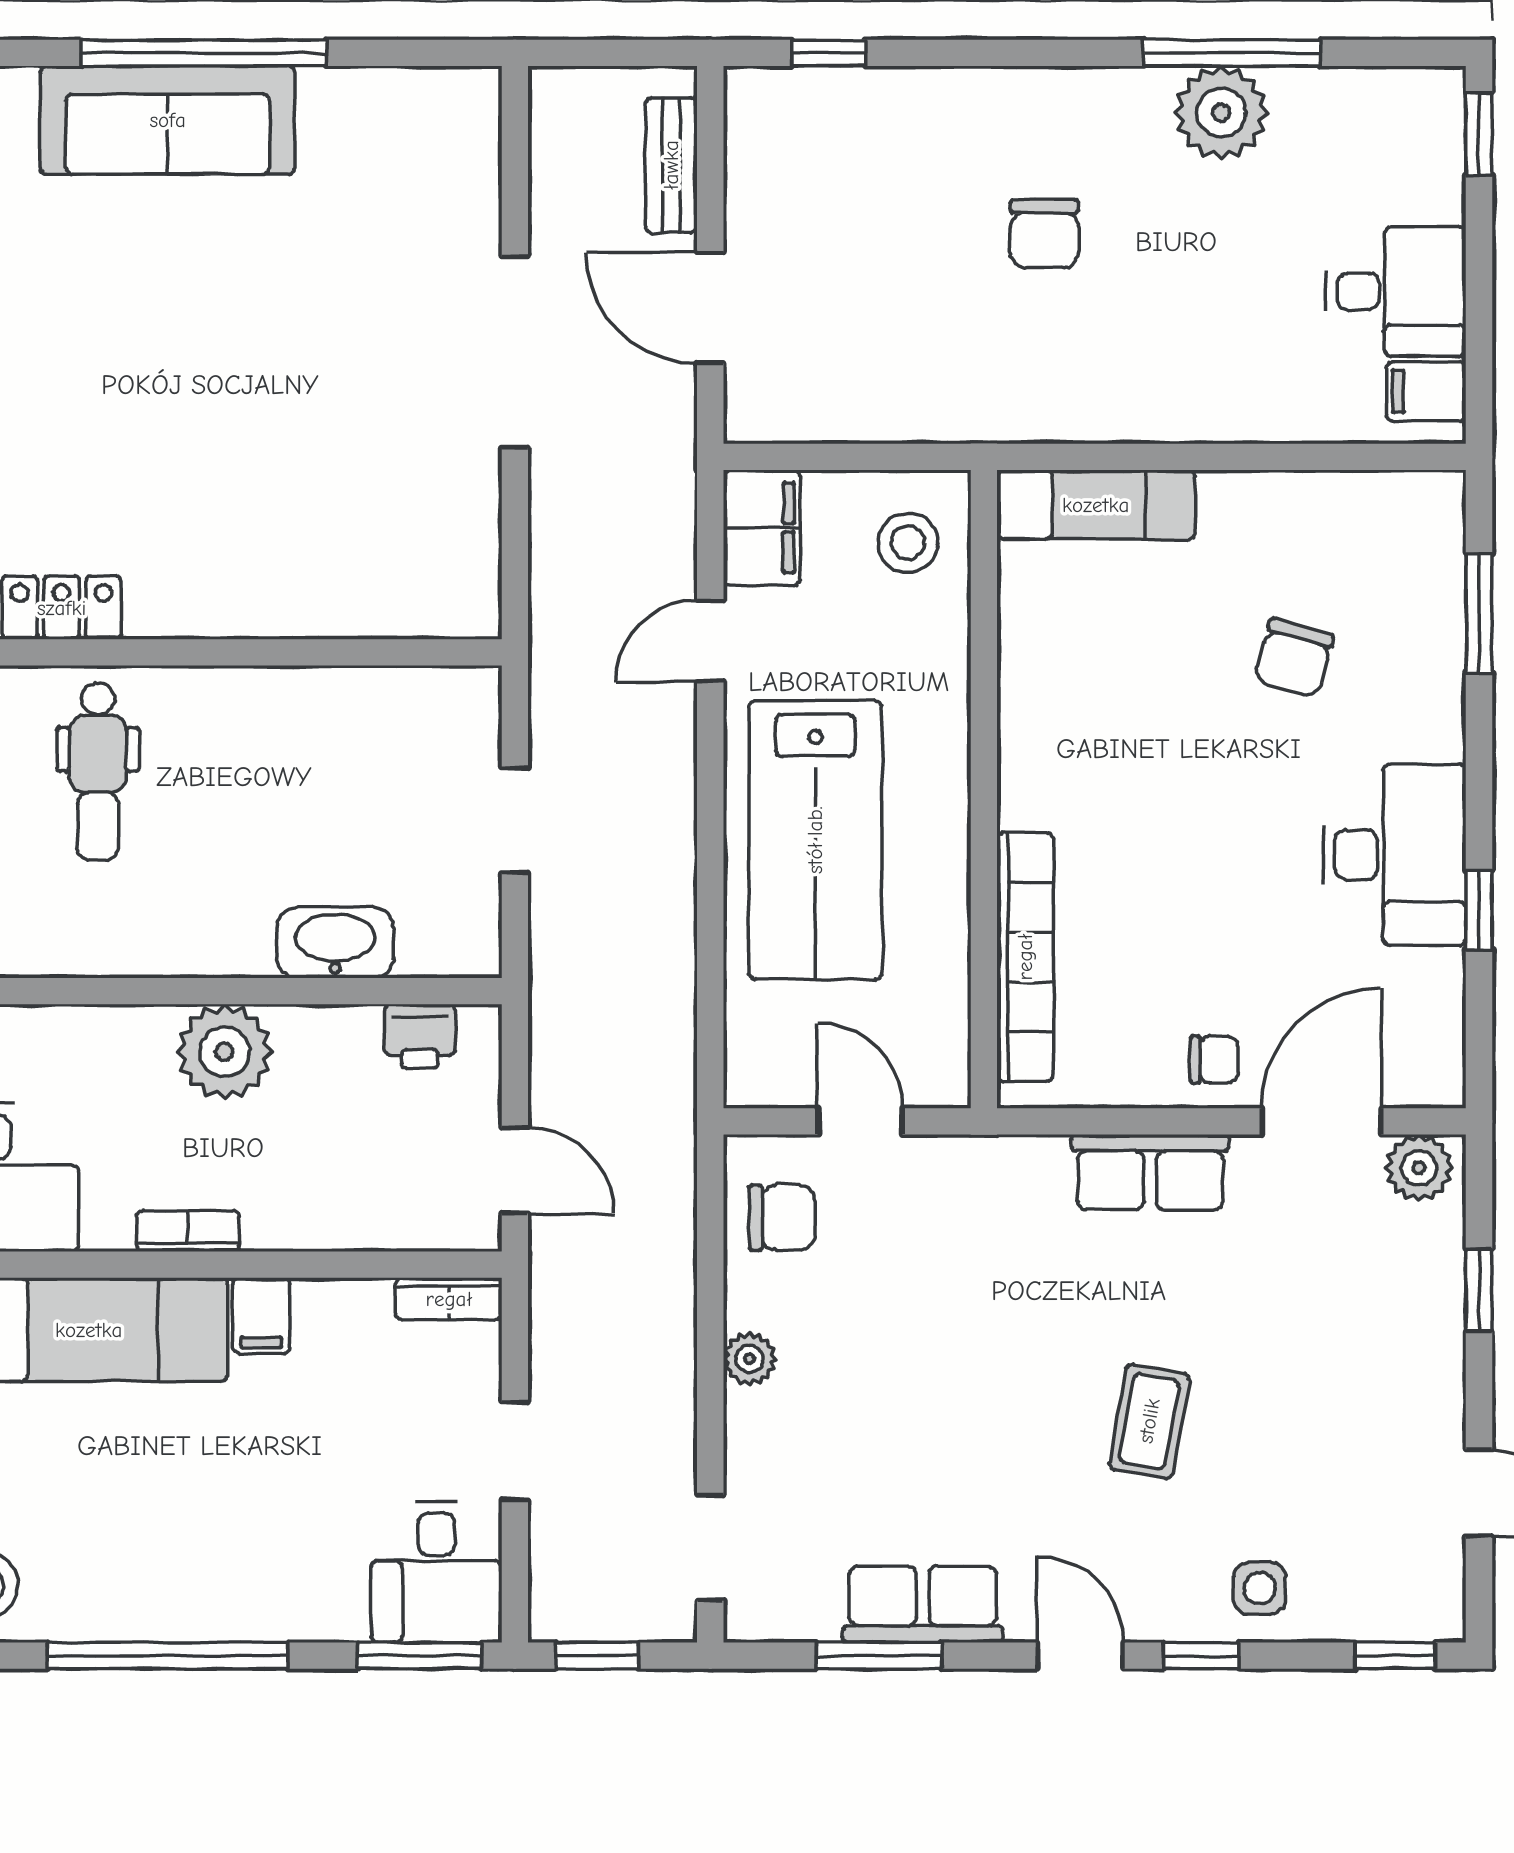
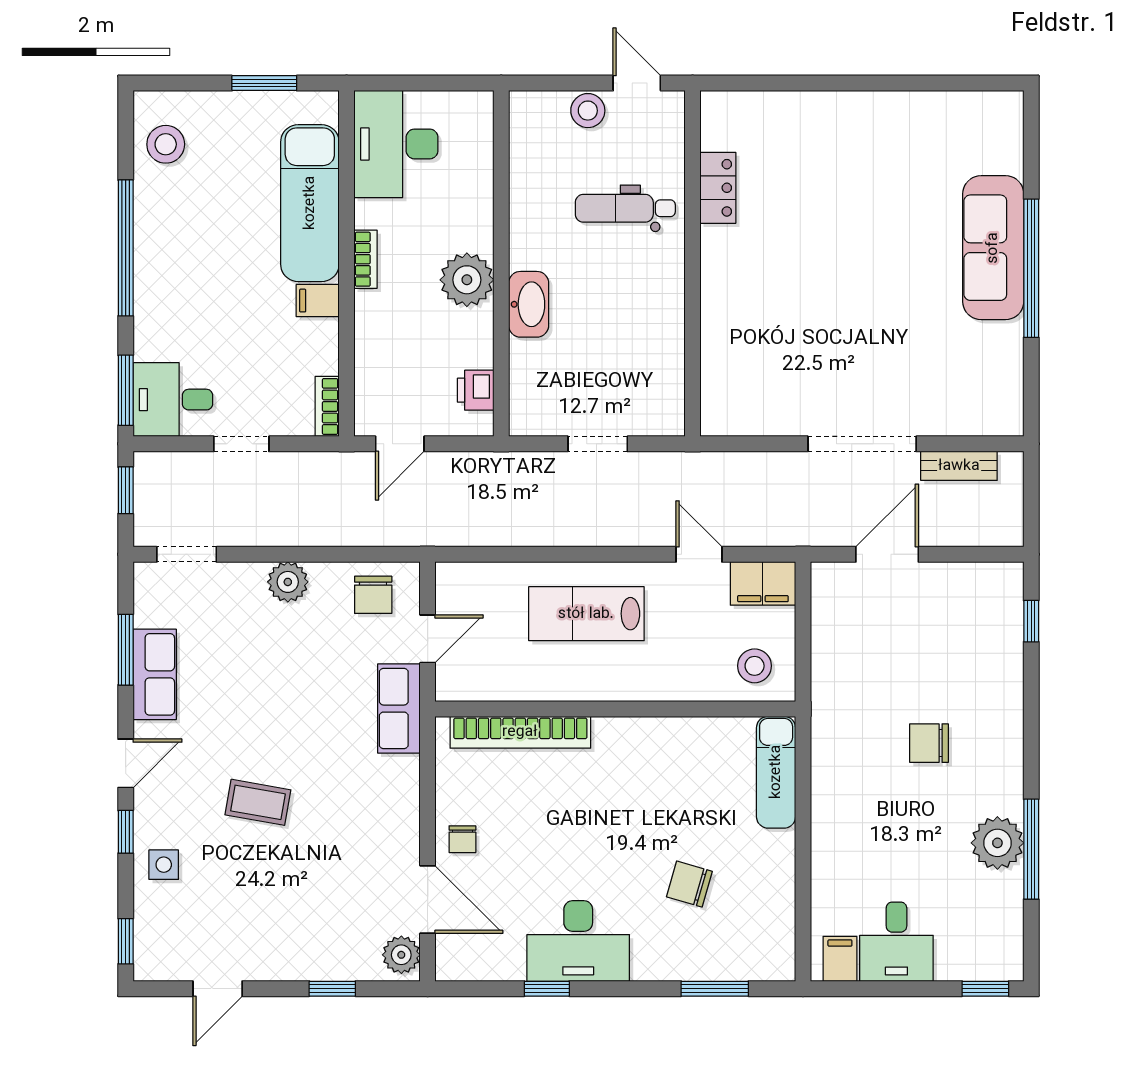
bench: (671, 165) -> (959, 466), moved
lab bench: (815, 840) -> (586, 614), width x0.73, depth x0.72
washbasin: (335, 942) -> (529, 304), moved
row of seats: (1150, 1172) -> (399, 709), moved
plant: (749, 1359) -> (288, 582), width x1.38, depth x1.38

